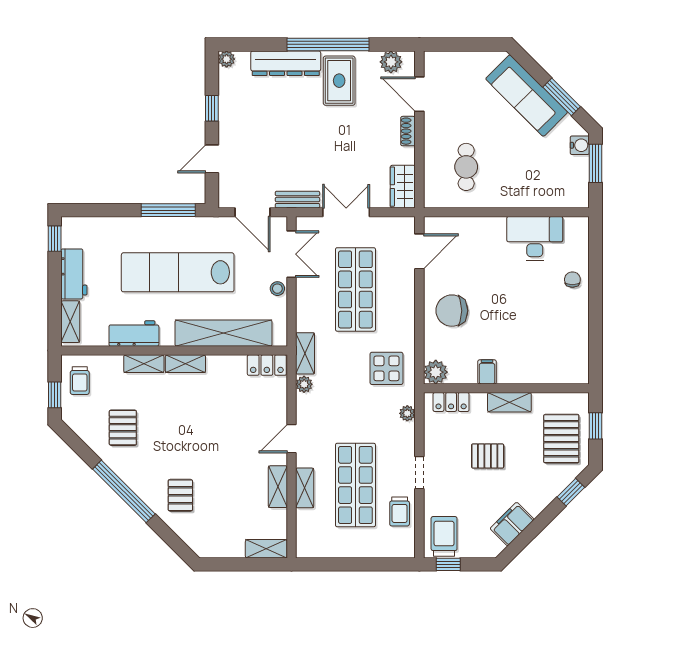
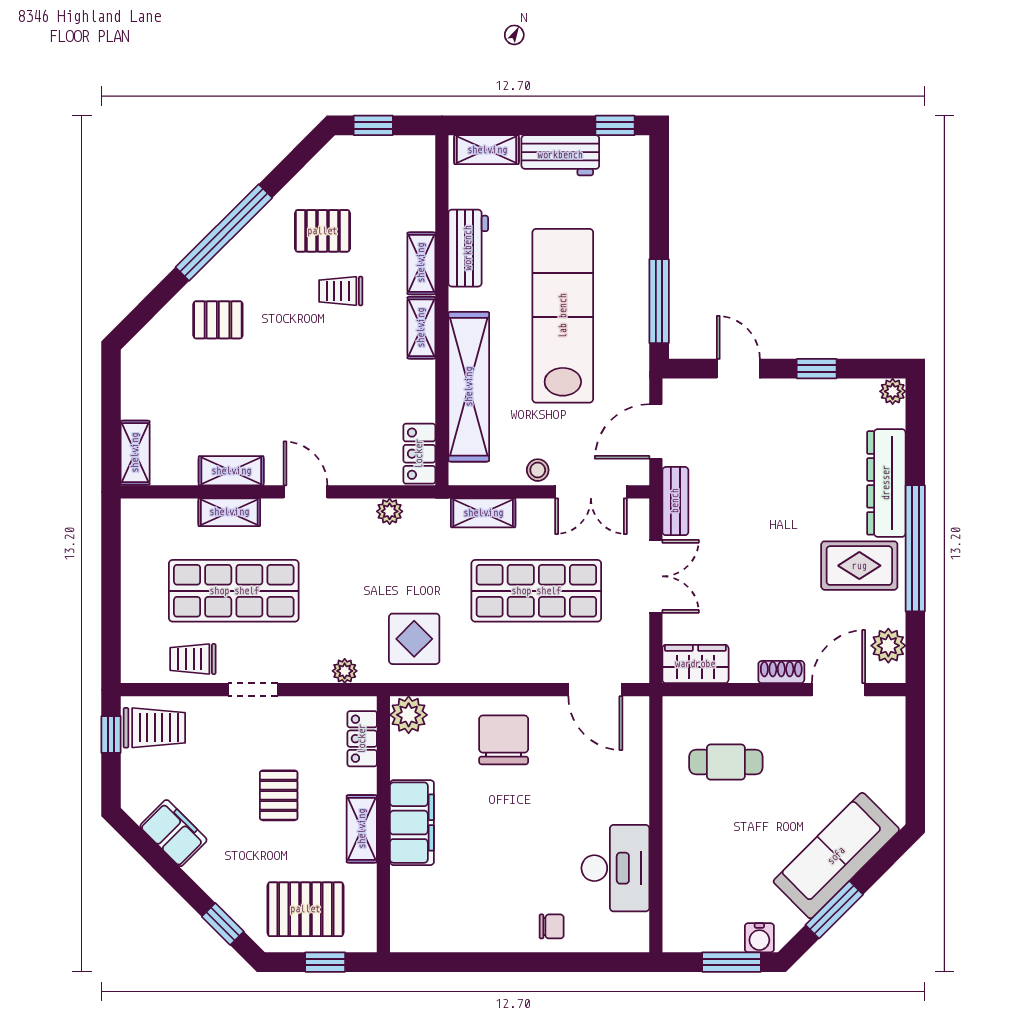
shelving: (305, 353) -> (483, 513), moved
filing cabinet: (487, 372) -> (412, 823), width x3.00, depth x1.17
trolley: (80, 381) -> (341, 291), moved

